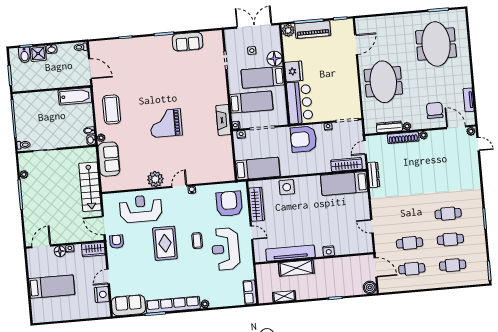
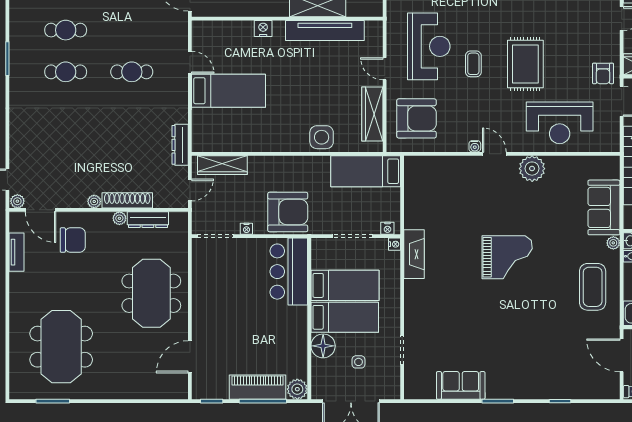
fridge: (294, 71) -> (294, 323), removed
bed: (251, 102) -> (345, 285), moved, turned 180
chair: (435, 110) -> (73, 240), turned -90
bed: (344, 183) -> (229, 91), moved
door: (179, 186) -> (494, 154), swing flipped
armchair: (229, 204) -> (417, 118), turned -90
cafe table: (410, 243) -> (132, 72), moved

